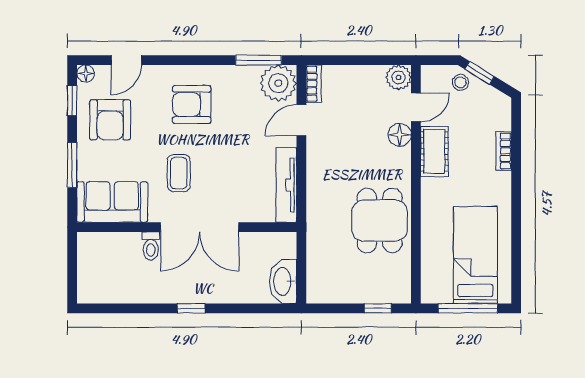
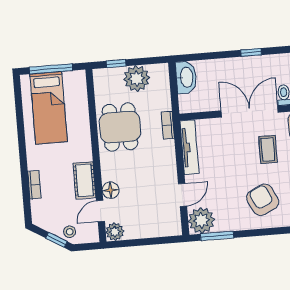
bookcase: (314, 84) -> (168, 125), moved
armchair: (192, 104) -> (263, 200), turned -115
plant: (351, 285) -> (137, 79), added

